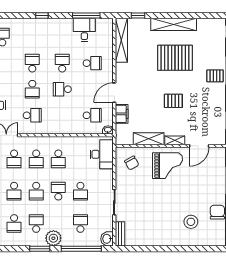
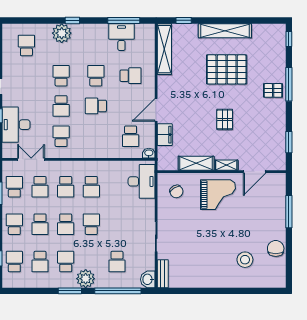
plant: (33, 27) -> (62, 33), added
pallet: (173, 101) -> (225, 119), turned 90
school desk: (32, 115) -> (61, 136), turned -90
school desk: (92, 115) -> (131, 136), turned 90
school desk: (80, 191) -> (117, 224), removed
school desk: (80, 223) -> (117, 262), turned 180

